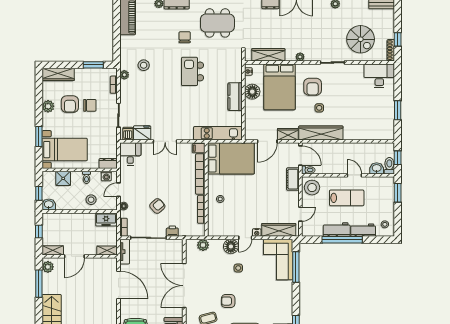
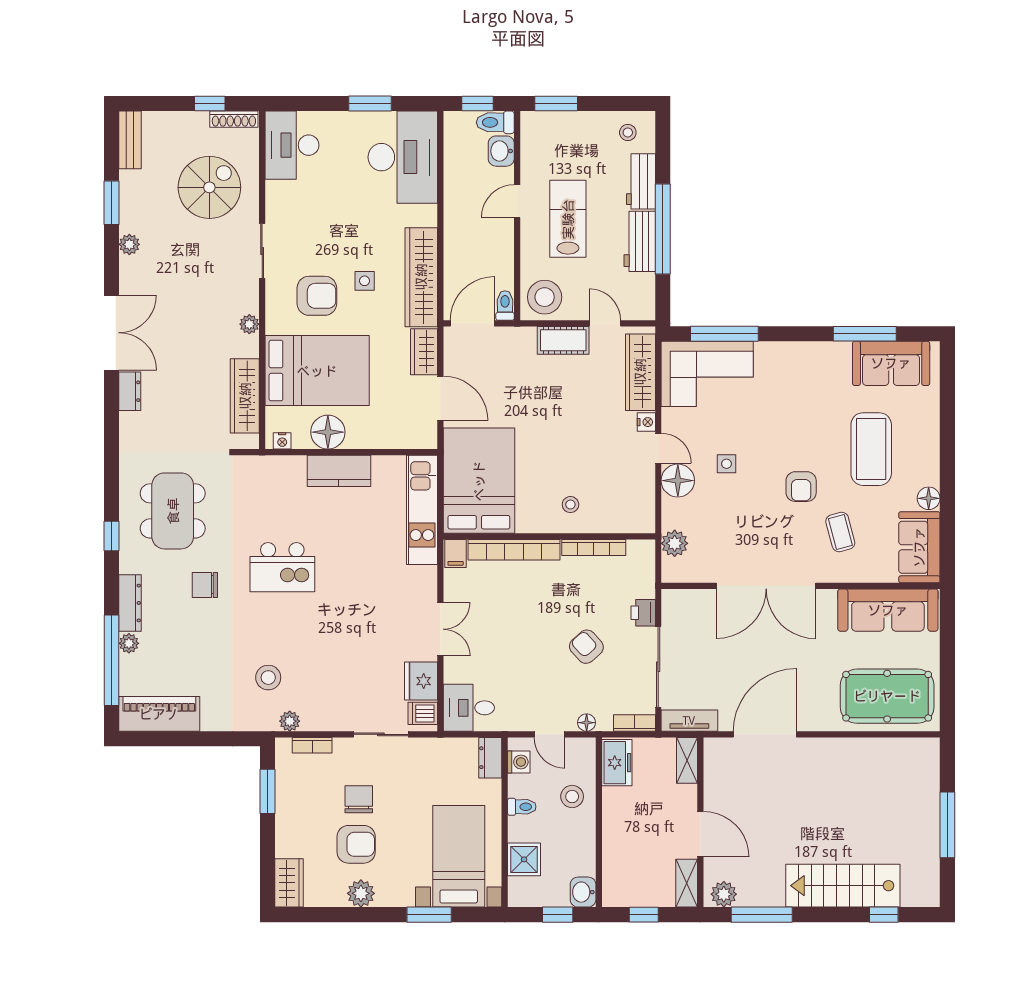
wardrobe: (58, 74) -> (289, 883), width x0.67
desk: (374, 125) -> (403, 157), added
cot: (293, 179) -> (563, 340), moved

